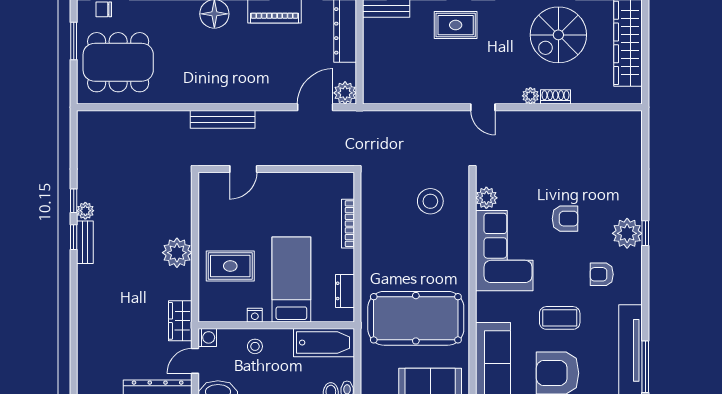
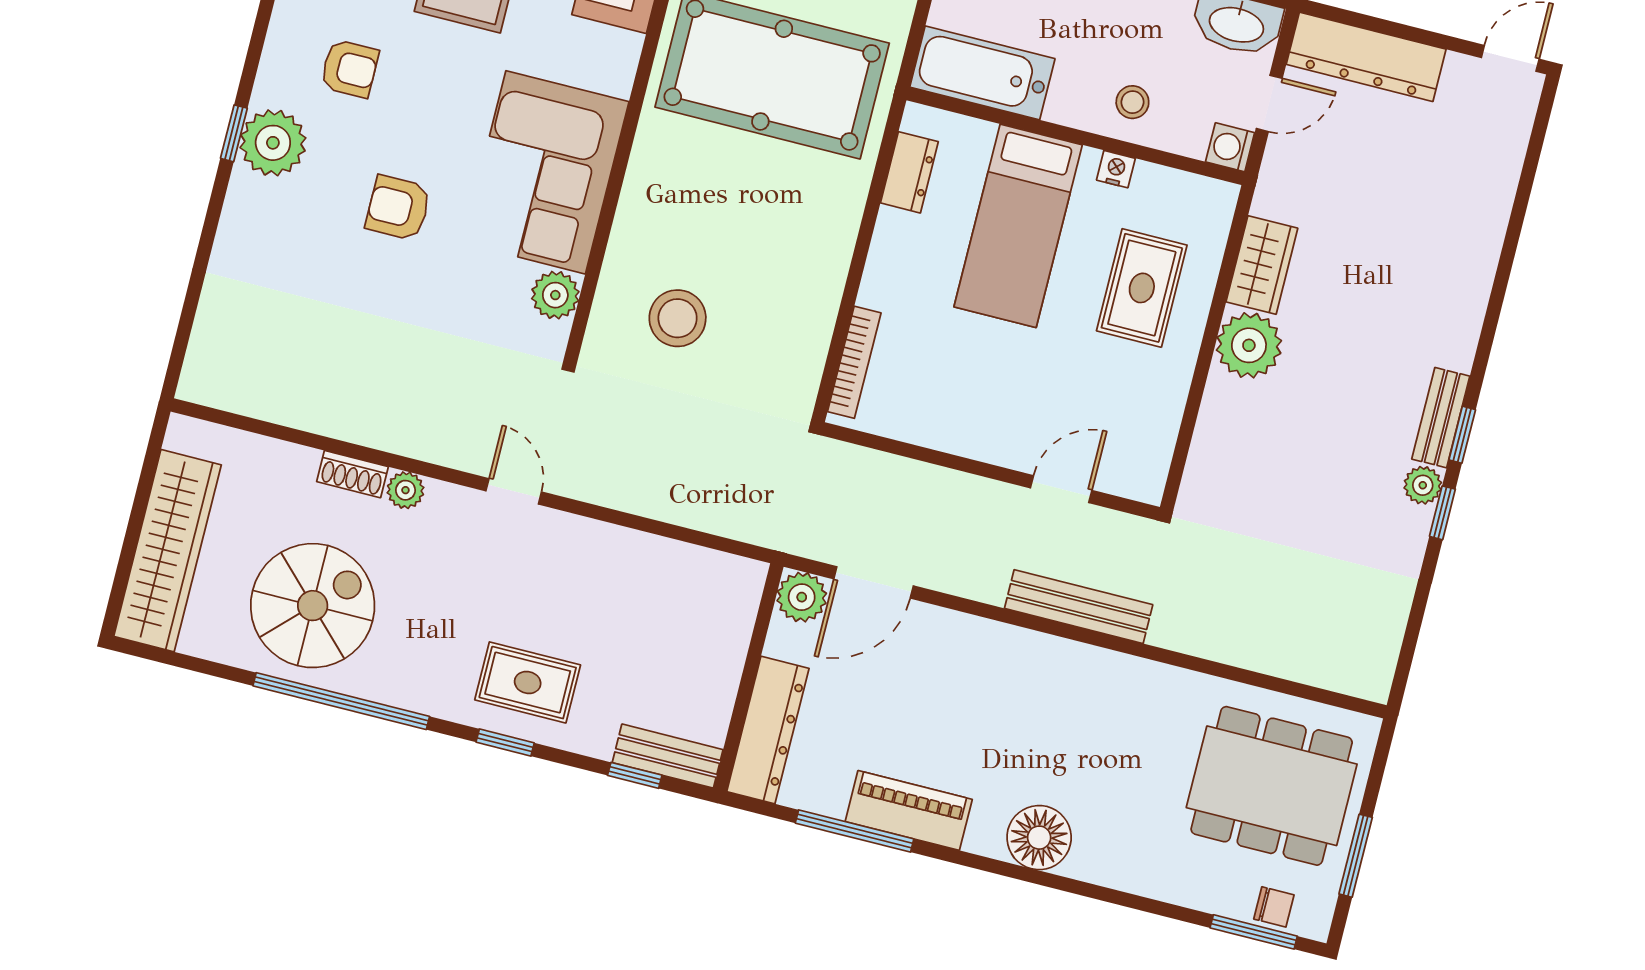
bookcase: (348, 224) -> (854, 362), moved
rug: (230, 266) -> (1142, 288), turned 90
wardrobe: (180, 321) -> (1262, 265), moved

